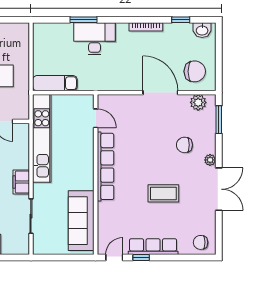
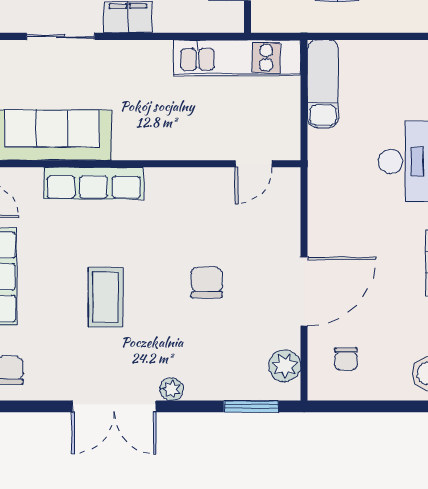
chair: (195, 71) -> (346, 359), width x0.54, depth x0.54
kitchen unit: (42, 138) -> (237, 58), width x0.73
chair: (184, 145) -> (207, 282), moved
row of seats: (106, 166) -> (94, 183), moved, width x0.73

